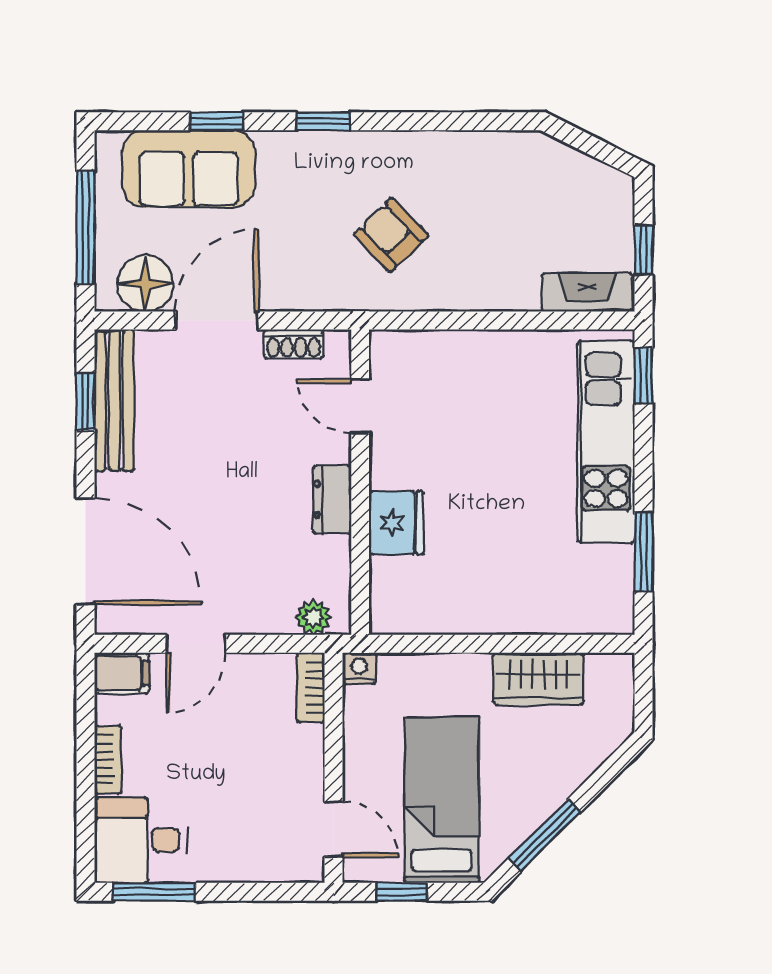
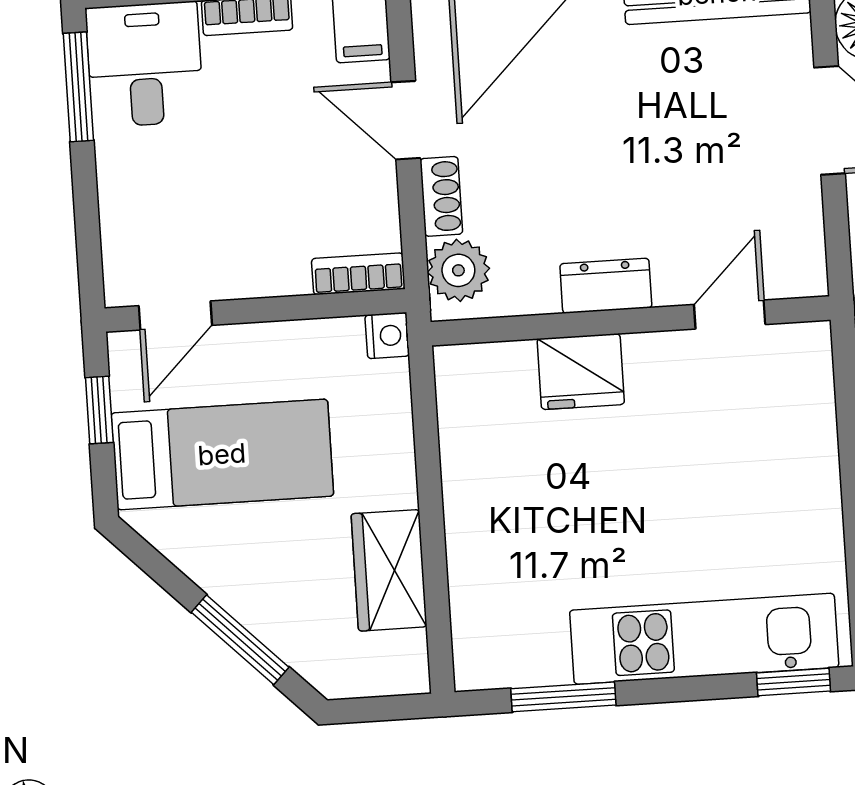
shoe rack: (294, 344) -> (441, 196), moved, turned 180
plant: (313, 618) -> (458, 270), width x1.38, depth x1.38
window: (544, 835) -> (240, 640), moved

